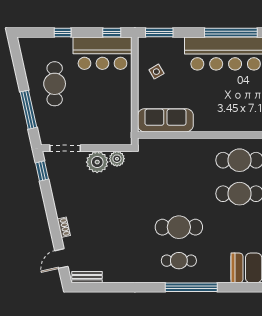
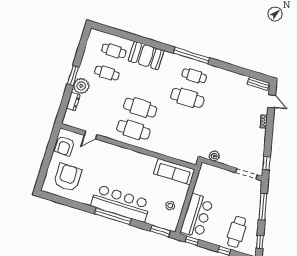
bar counter: (102, 53) -> (197, 216), moved, turned 90
window: (17, 60) -> (260, 242), added
cafe table: (55, 84) -> (237, 232), moved
plant: (97, 162) -> (228, 158), removed
door: (61, 259) -> (272, 101), hinge flipped

